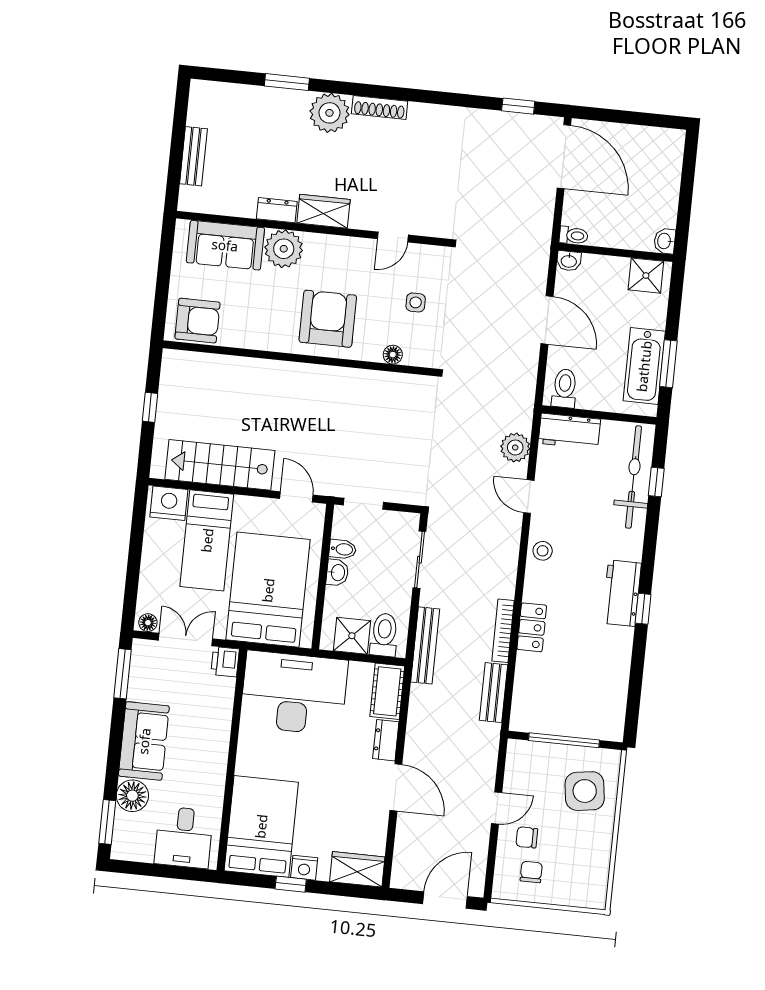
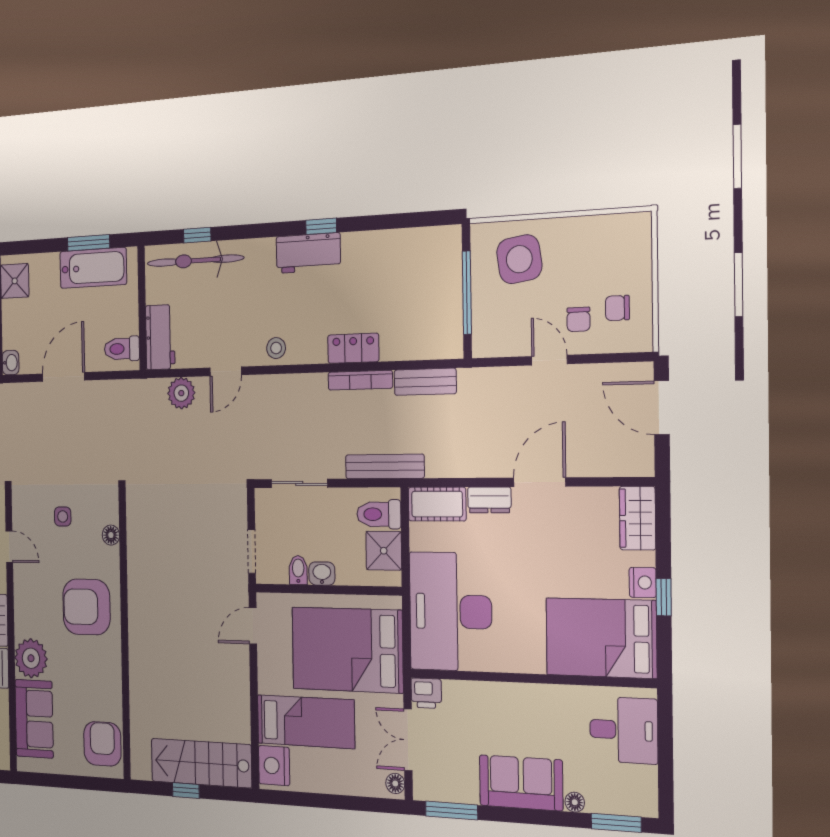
stairs: (220, 465) -> (201, 763), moved, turned 90
floor lamp: (132, 796) -> (575, 802), width x0.53, depth x0.53

